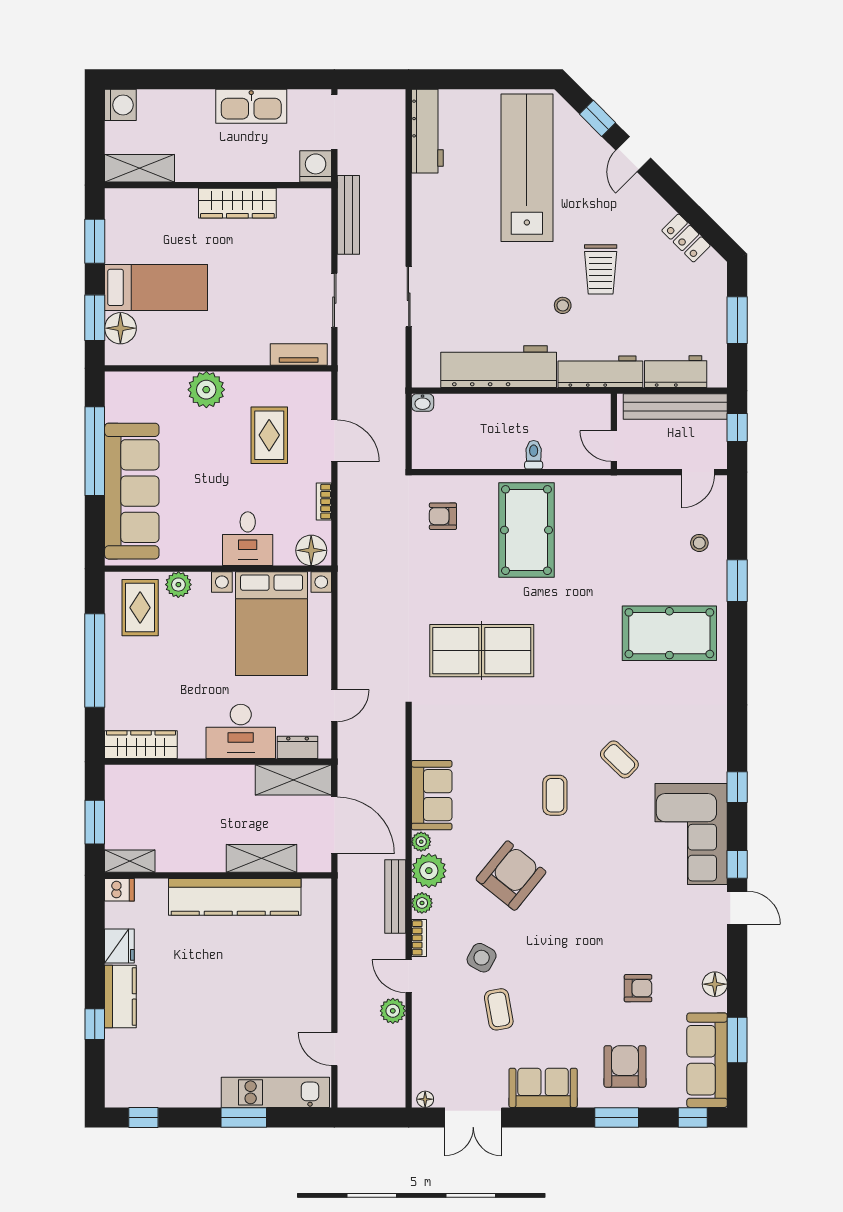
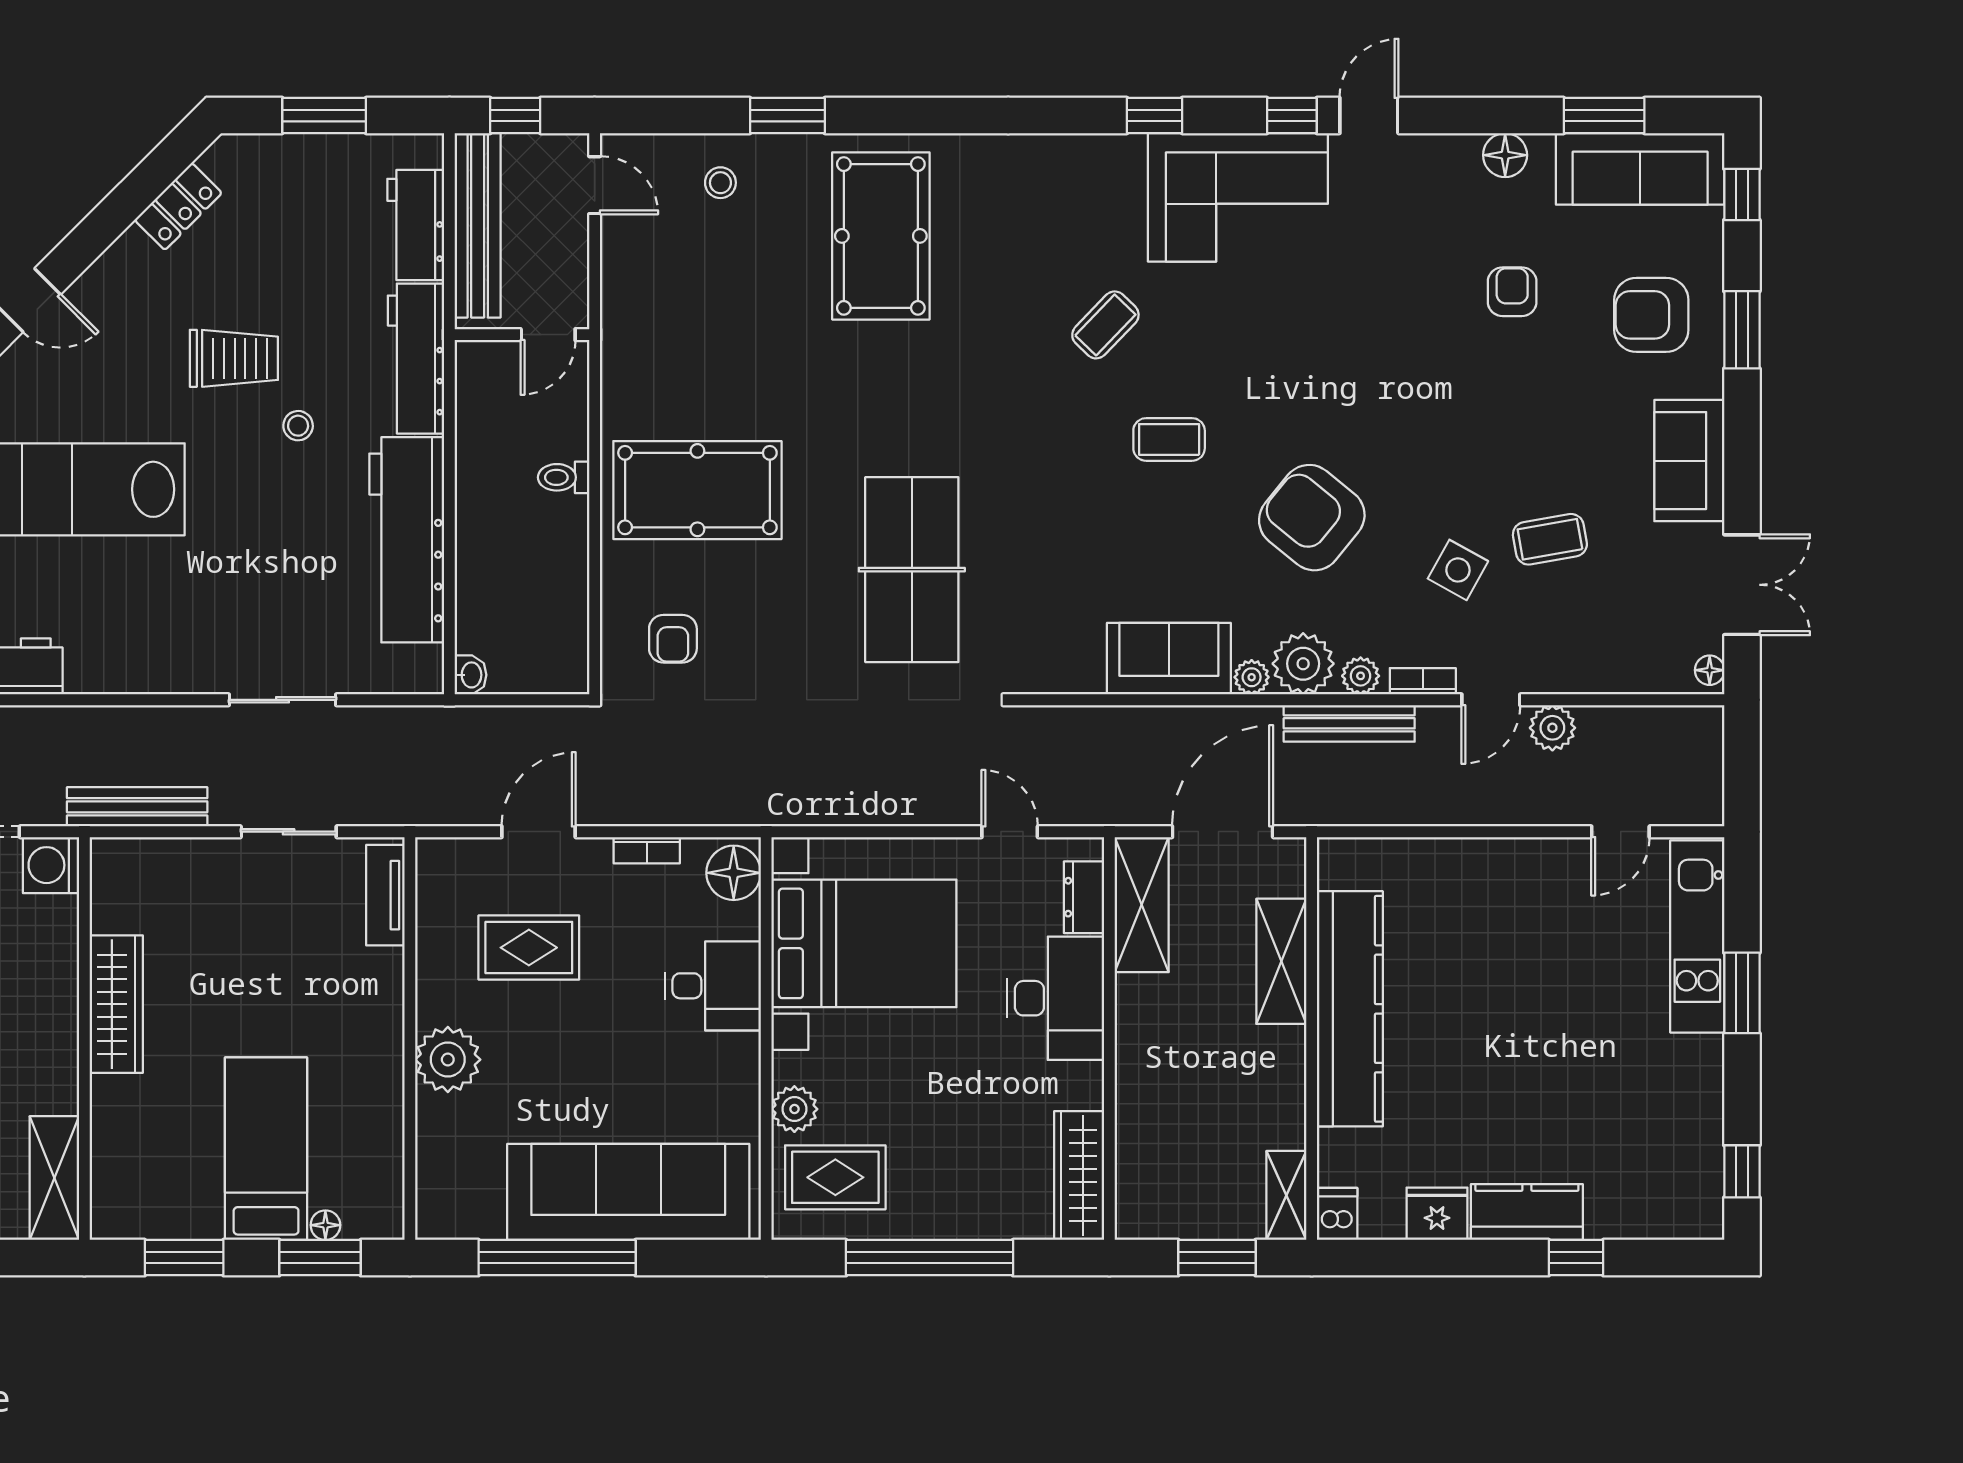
floor lamp: (120, 328) -> (325, 1225), width x0.53, depth x0.53

